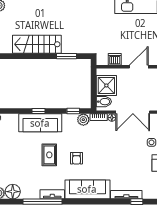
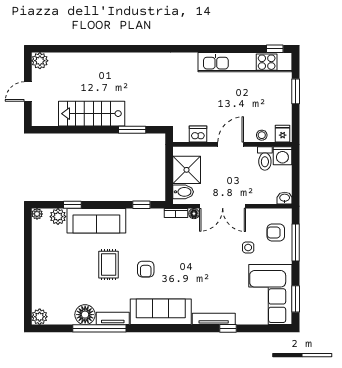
window: (39, 111) -> (72, 205), moved
plant: (83, 120) -> (58, 217), moved
floor lamp: (13, 192) -> (85, 315), moved

